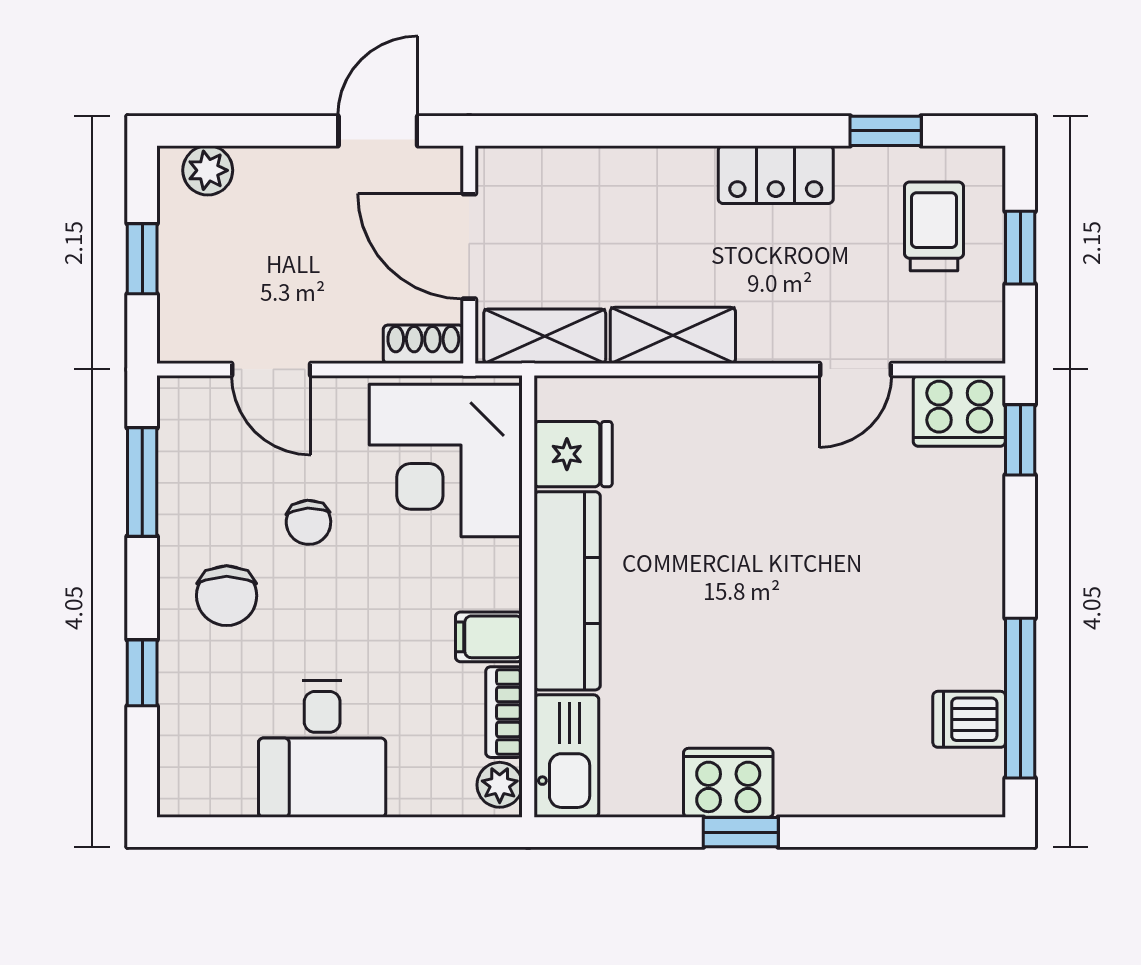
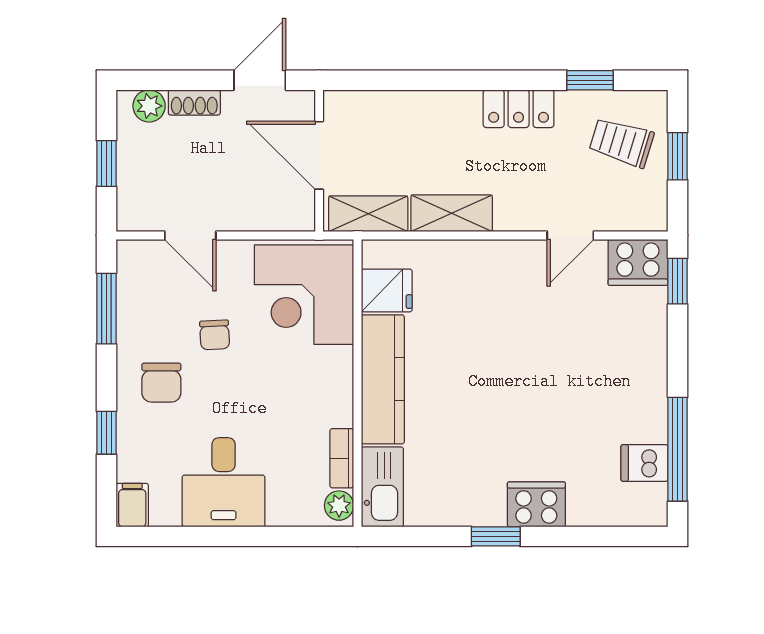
trolley: (934, 226) -> (621, 142), turned -73
shoe rack: (423, 344) -> (194, 102), moved, turned 180
filing cabinet: (489, 637) -> (132, 505), moved, turned 90
cooker: (728, 783) -> (536, 504), moved

